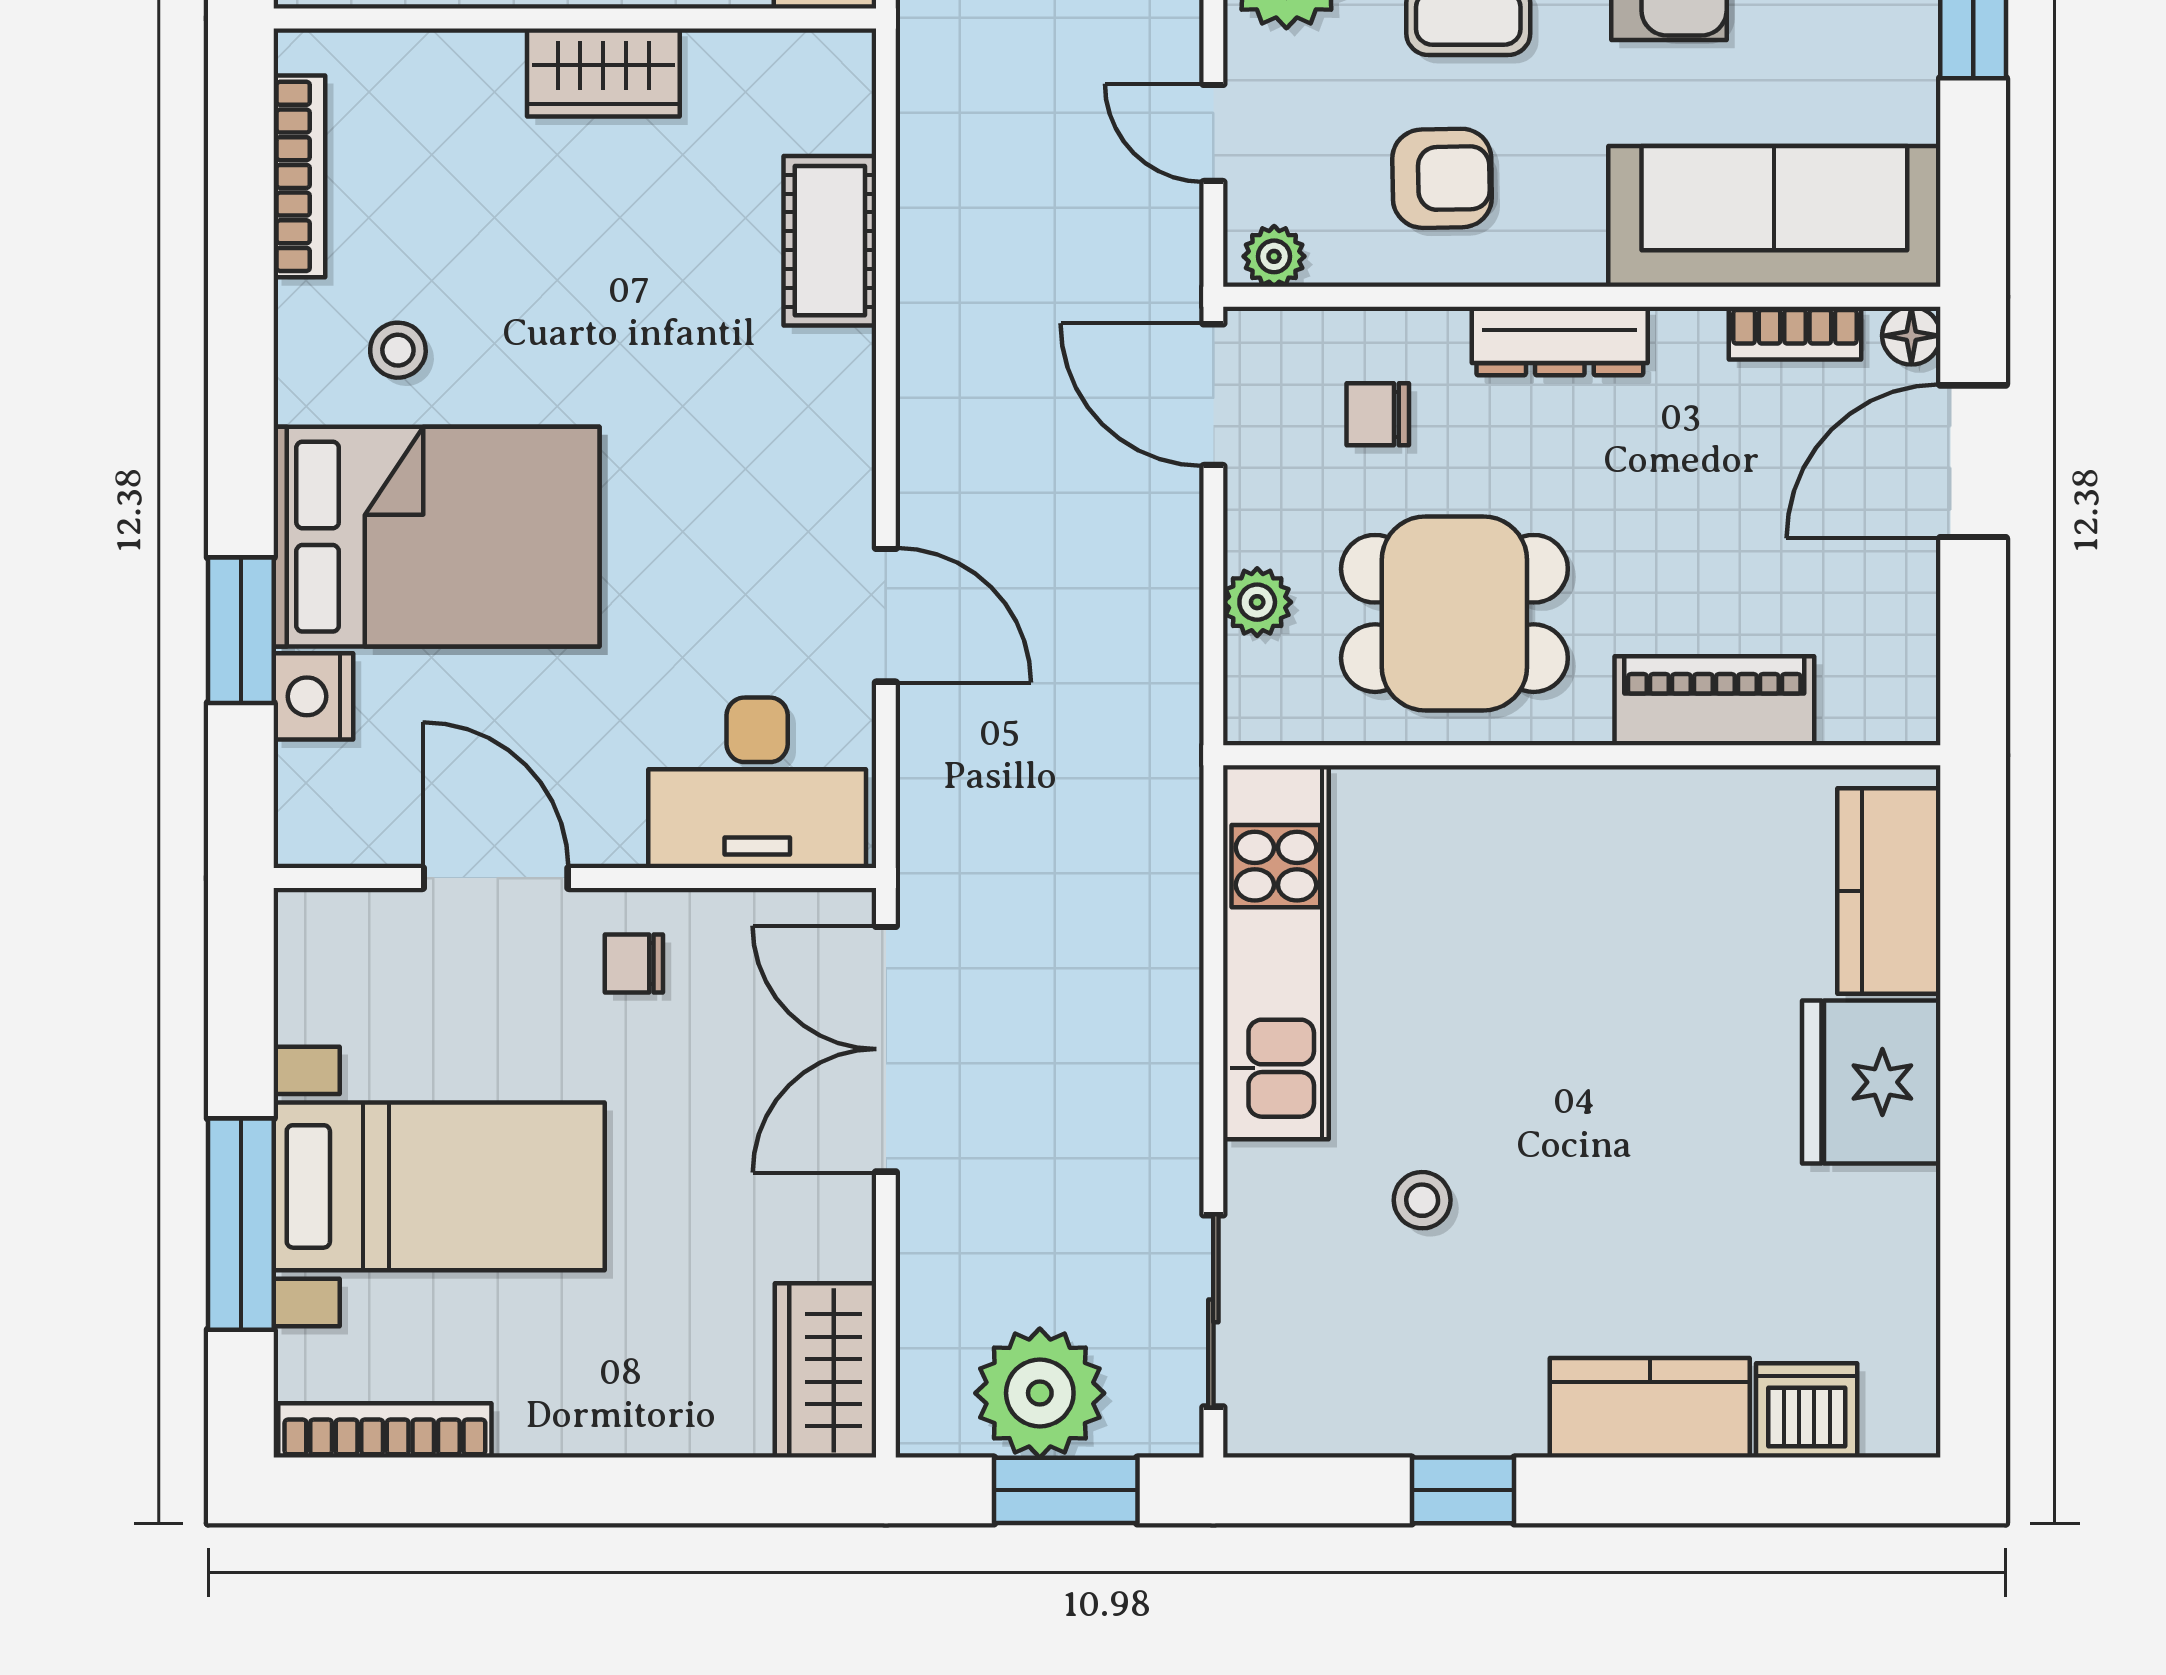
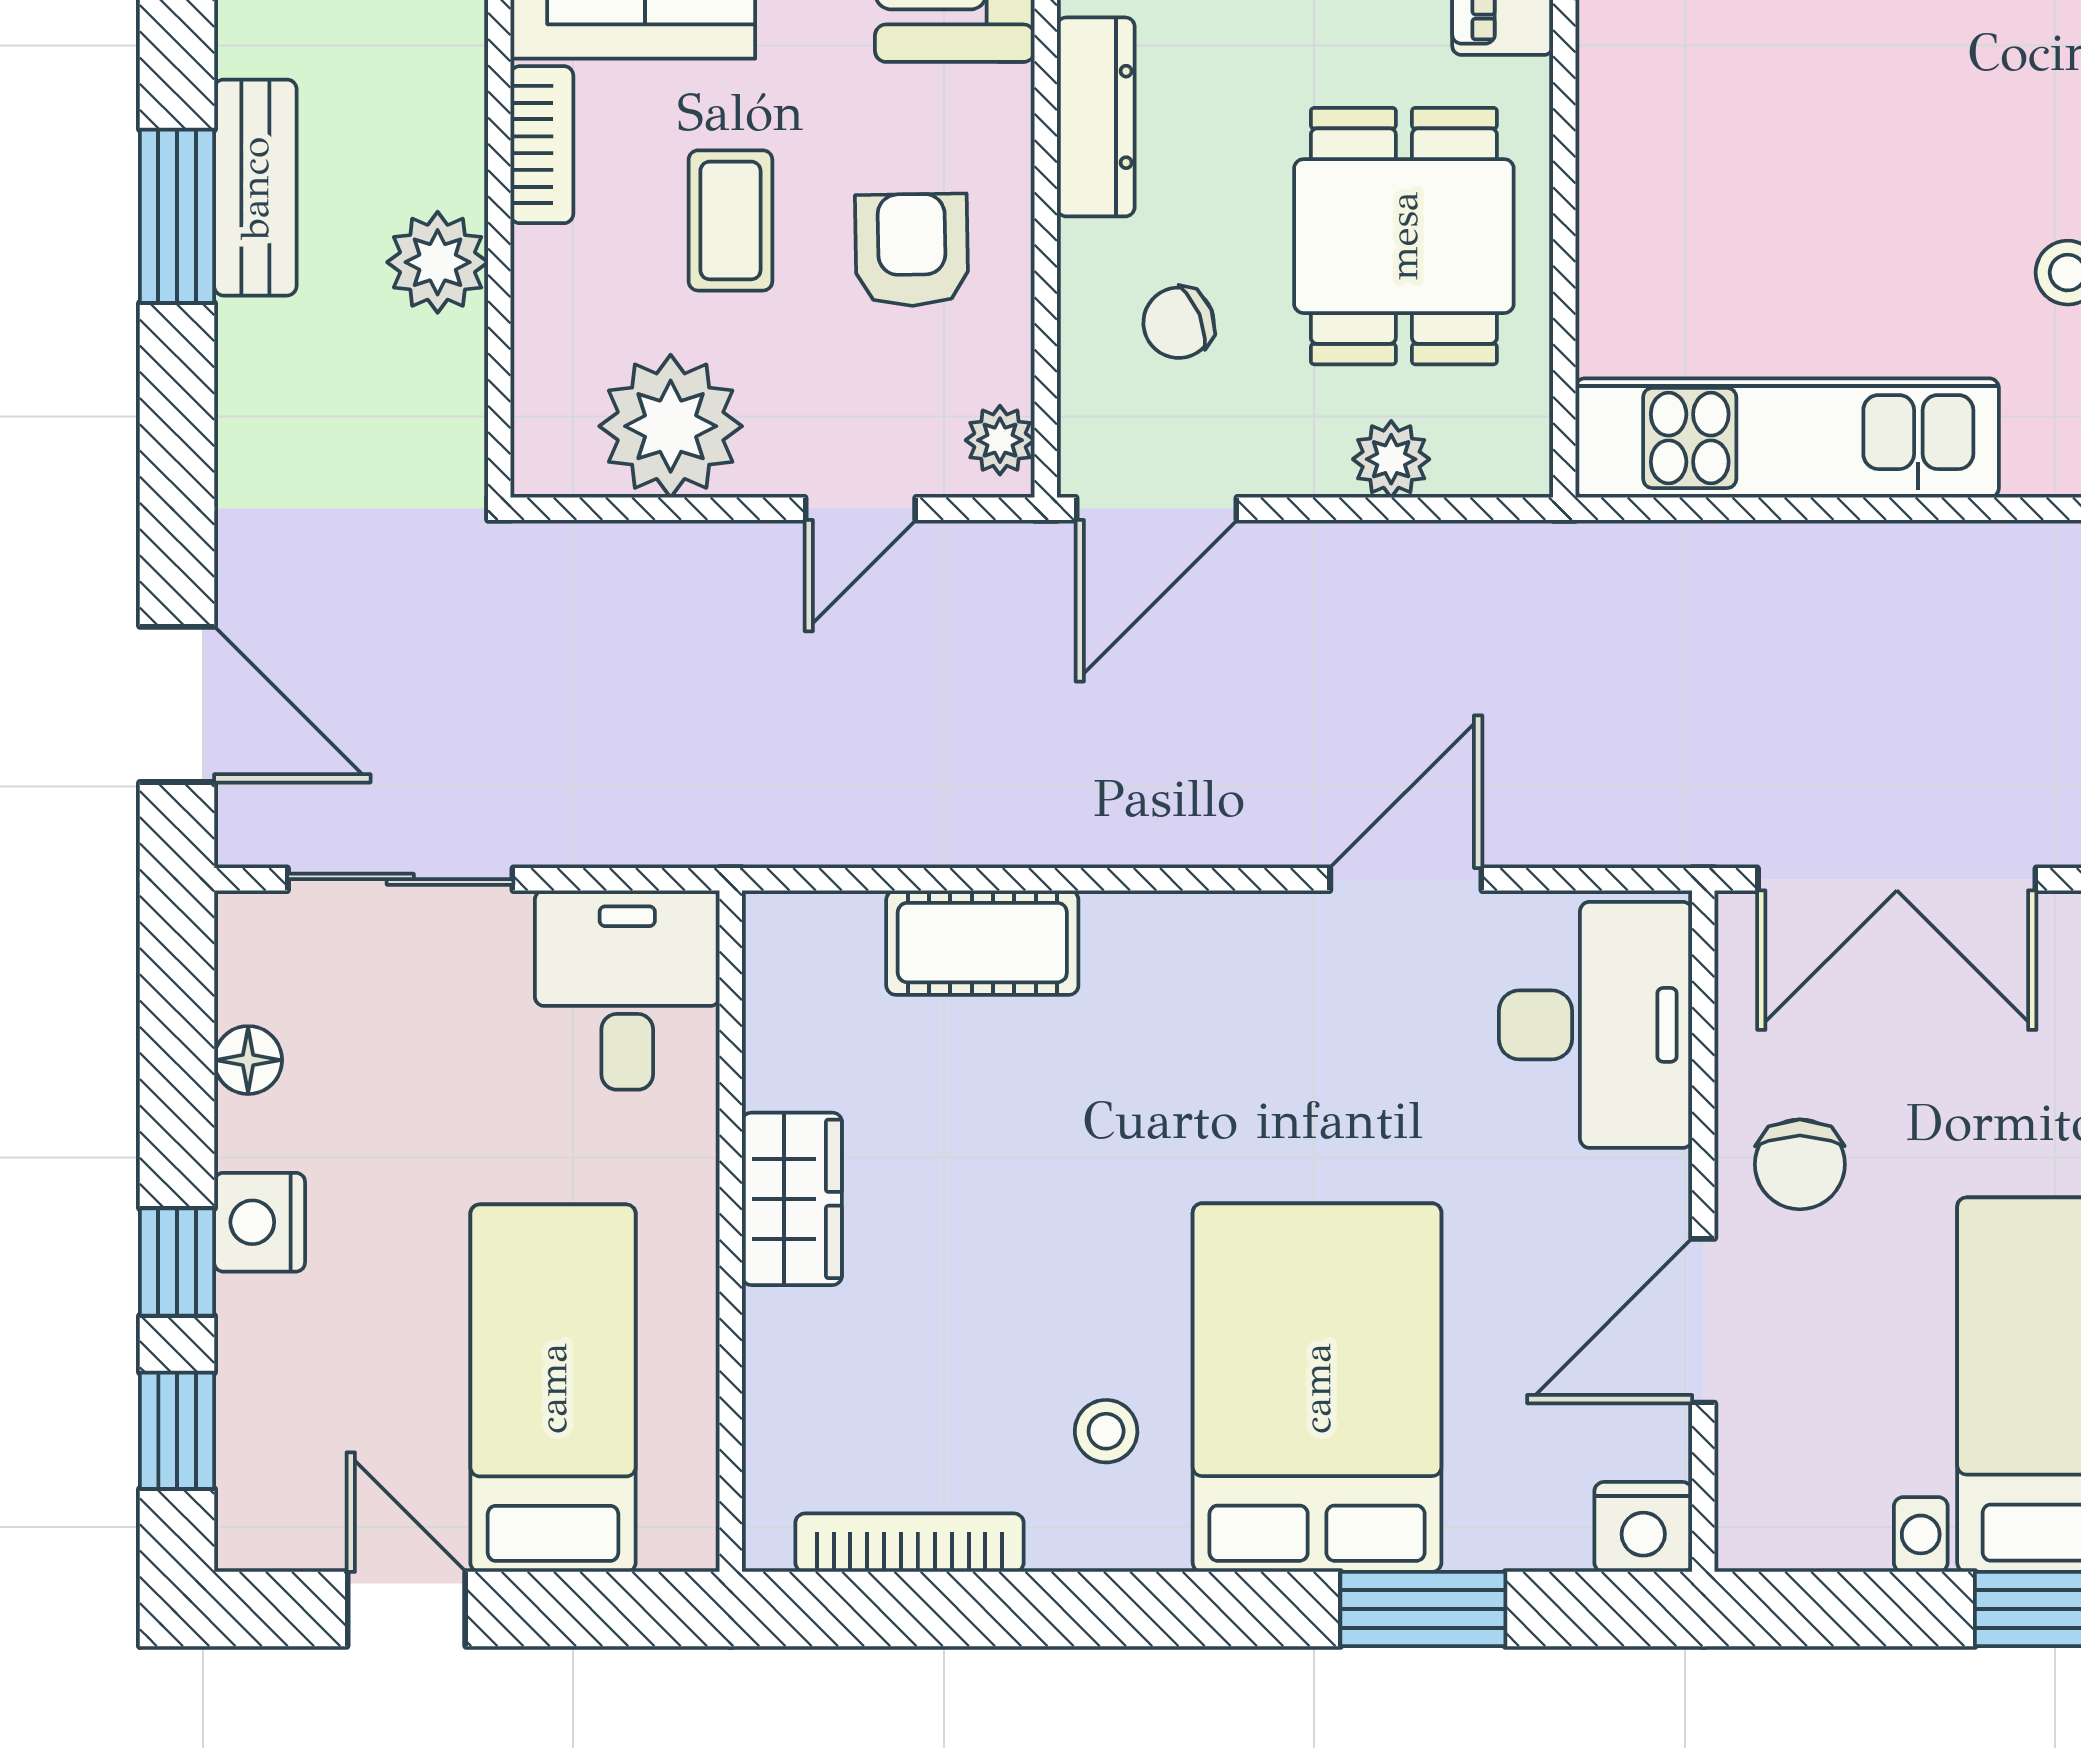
chair: (1378, 414) -> (1179, 323), turned 68
nightstand: (313, 696) -> (1643, 1527), moved
chair: (634, 963) -> (1800, 1164), width x1.37, depth x1.37

